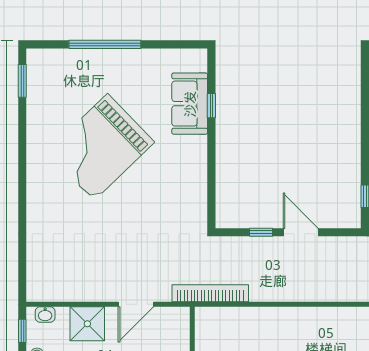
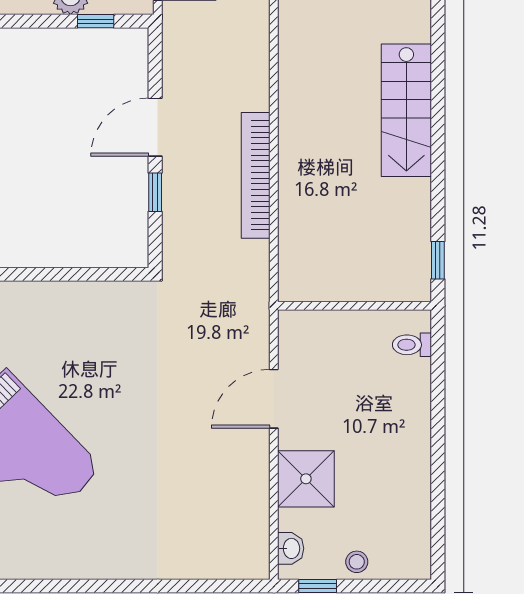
bookcase: (210, 293) -> (256, 175), moved
door: (136, 304) -> (274, 399), swing flipped

